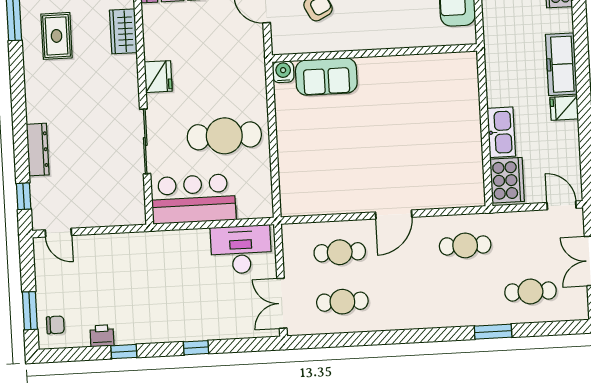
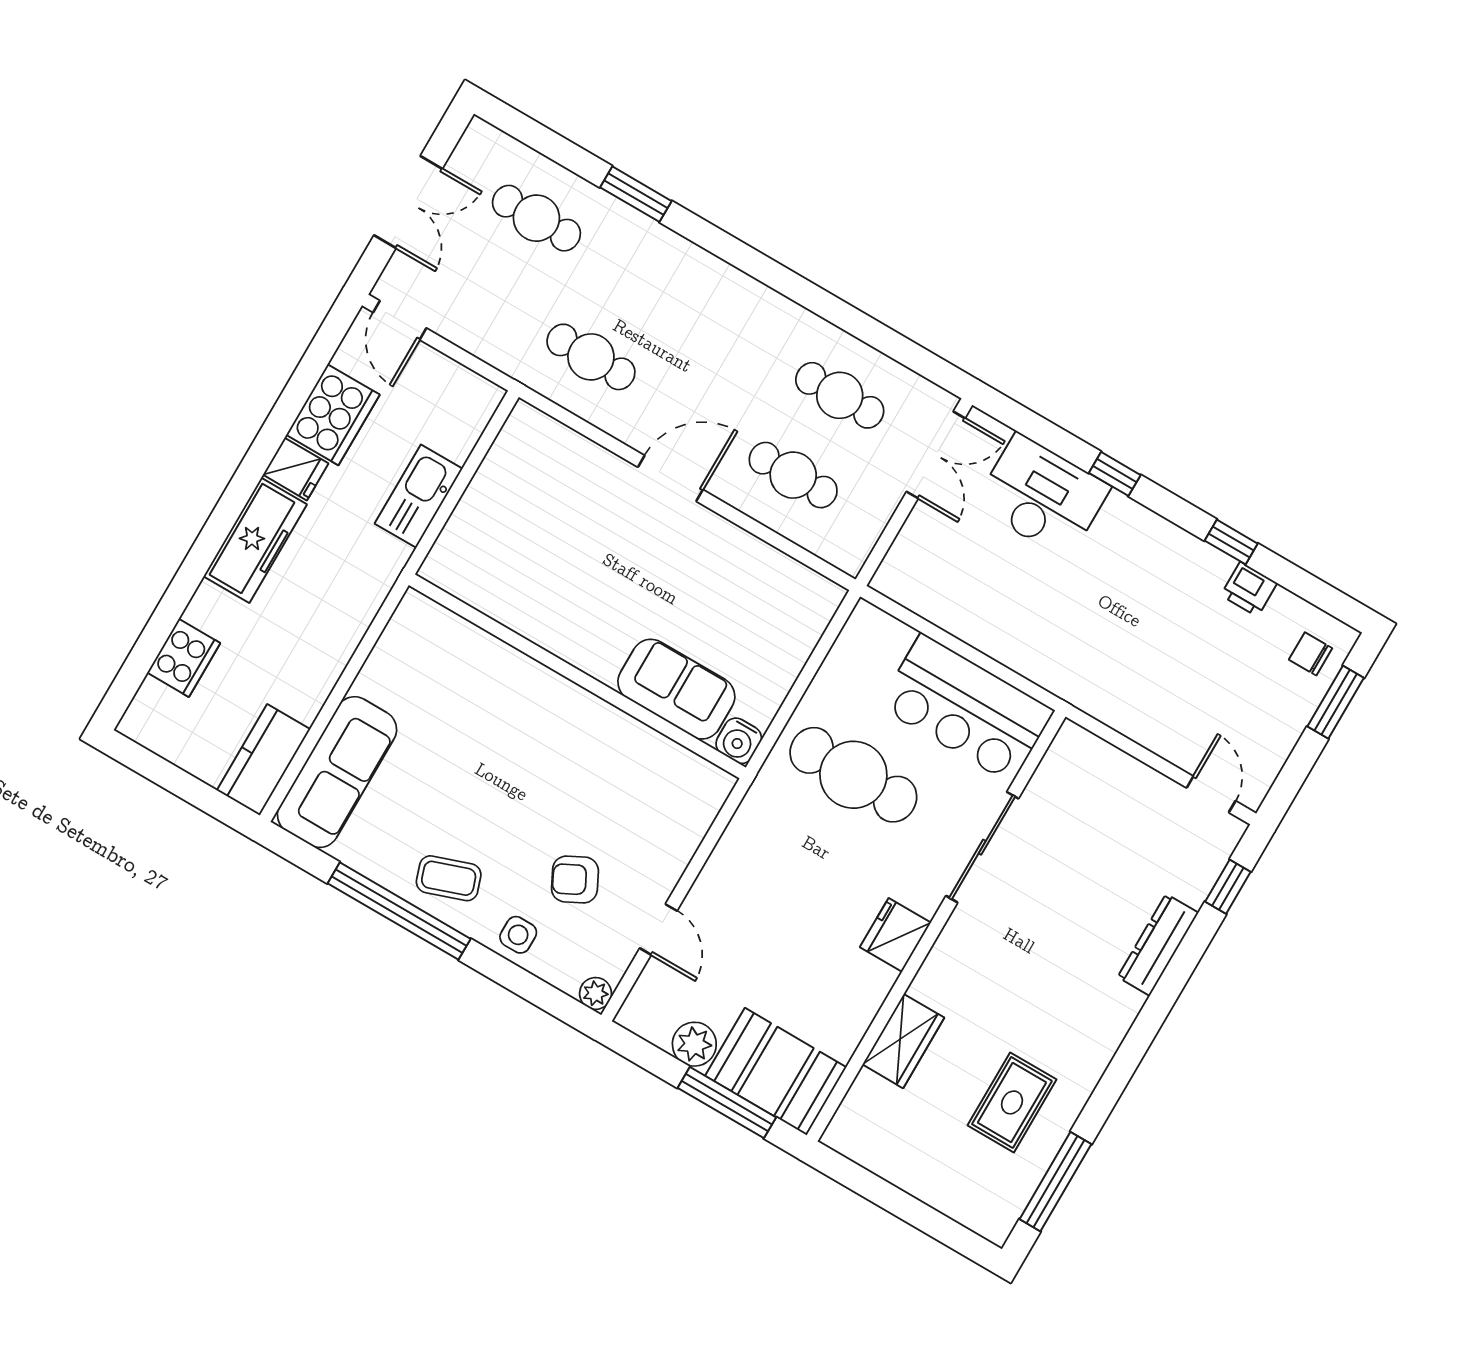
wall: (374, 53) -> (577, 676), moved
water cooler: (283, 72) -> (739, 741), moved
sofa: (326, 77) -> (676, 689), moved
cooker: (507, 180) -> (333, 415), moved, turned 180
desk: (241, 250) -> (1042, 496), moved, turned 180

